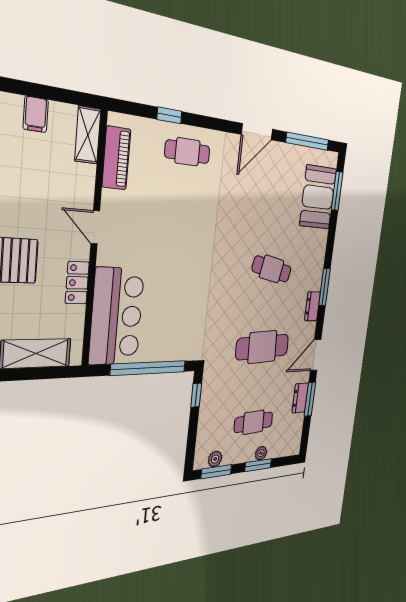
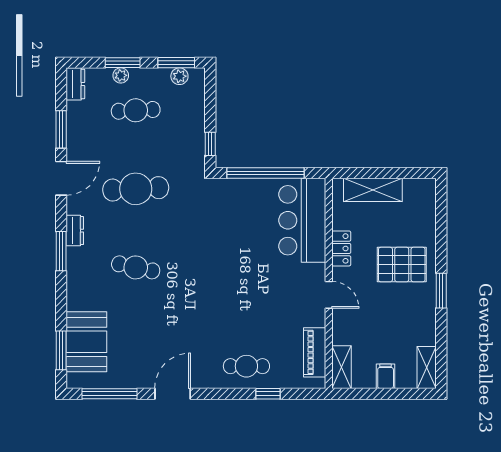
dresser: (300, 398) -> (75, 84), moved

